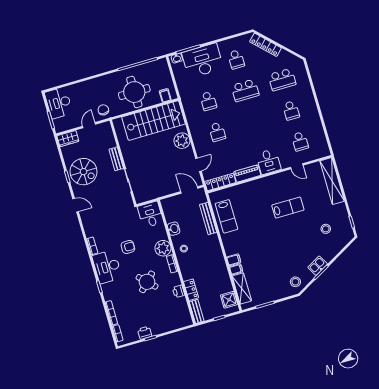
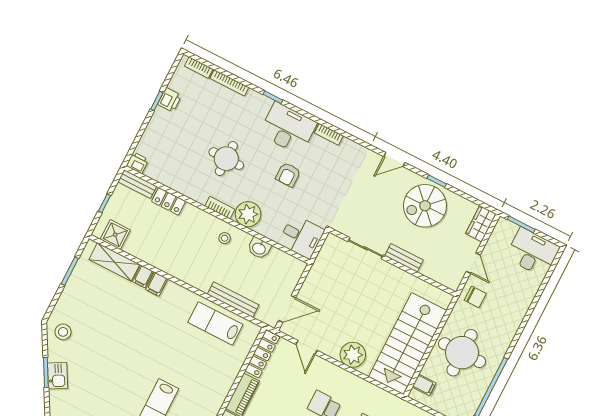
round table: (147, 282) -> (226, 159), turned 45
printer: (179, 291) -> (137, 163), moved

